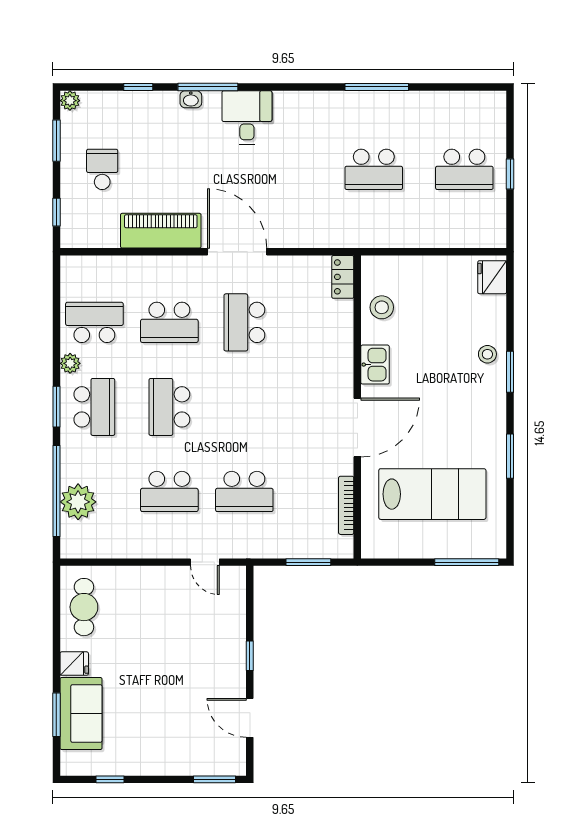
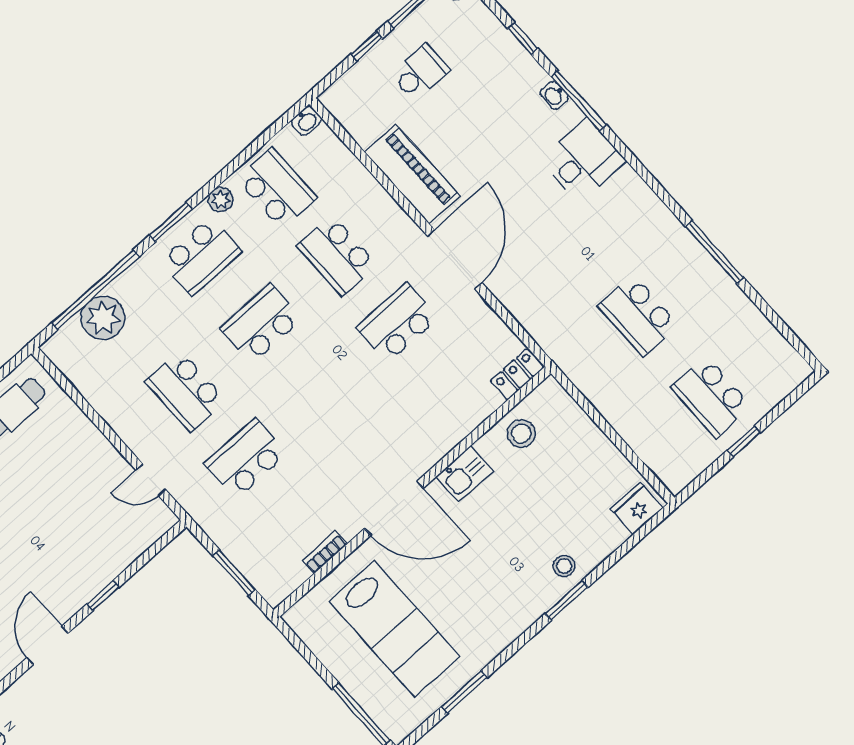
window: (56, 212) -> (367, 46), moved
washbasin: (69, 267) -> (306, 121), added
window: (510, 456) -> (464, 692), moved
school desk: (244, 491) -> (246, 459), turned 90
bookcase: (346, 505) -> (325, 552), width x0.64
door: (205, 562) -> (151, 480), hinge flipped

